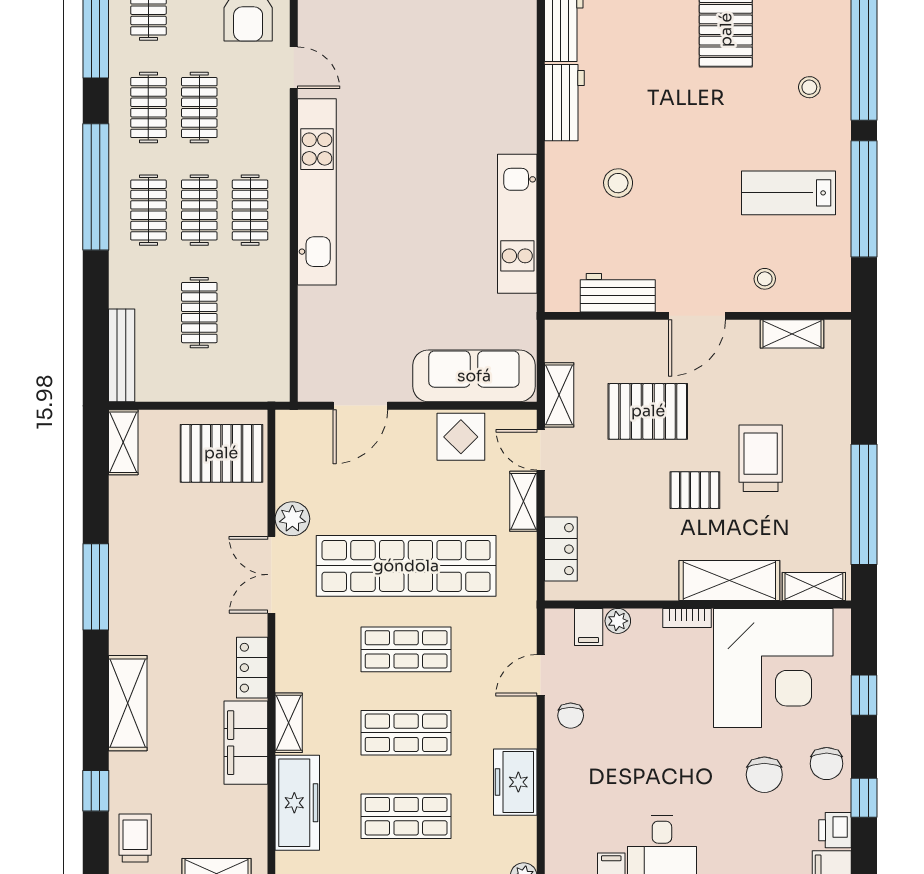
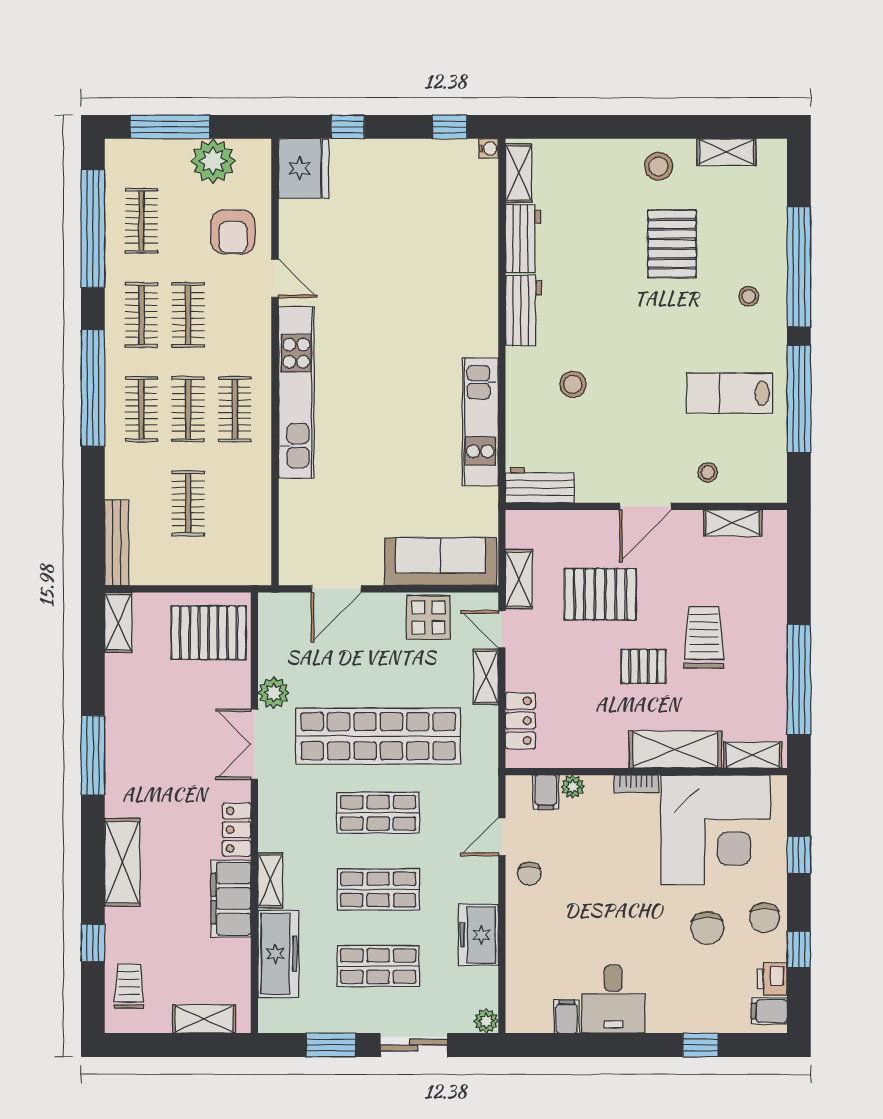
workbench: (618, 293) -> (540, 485), moved

